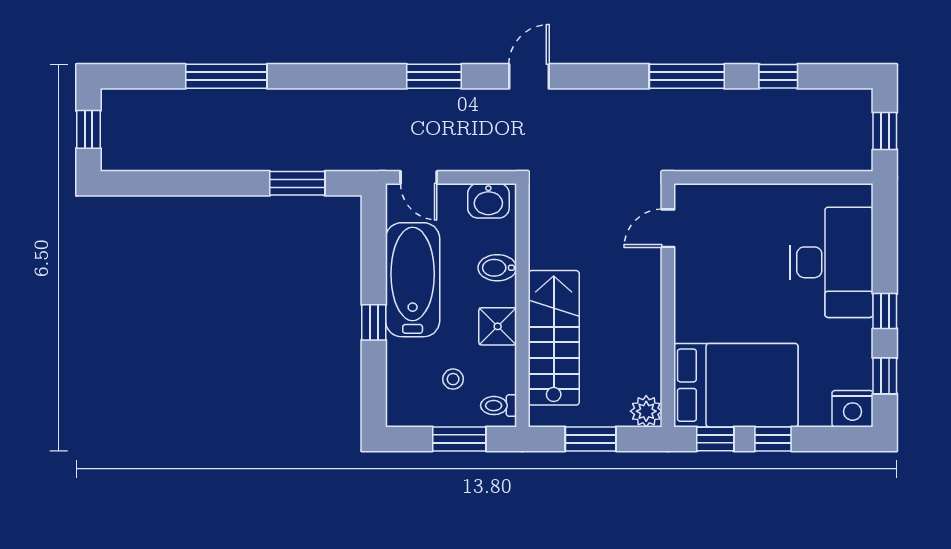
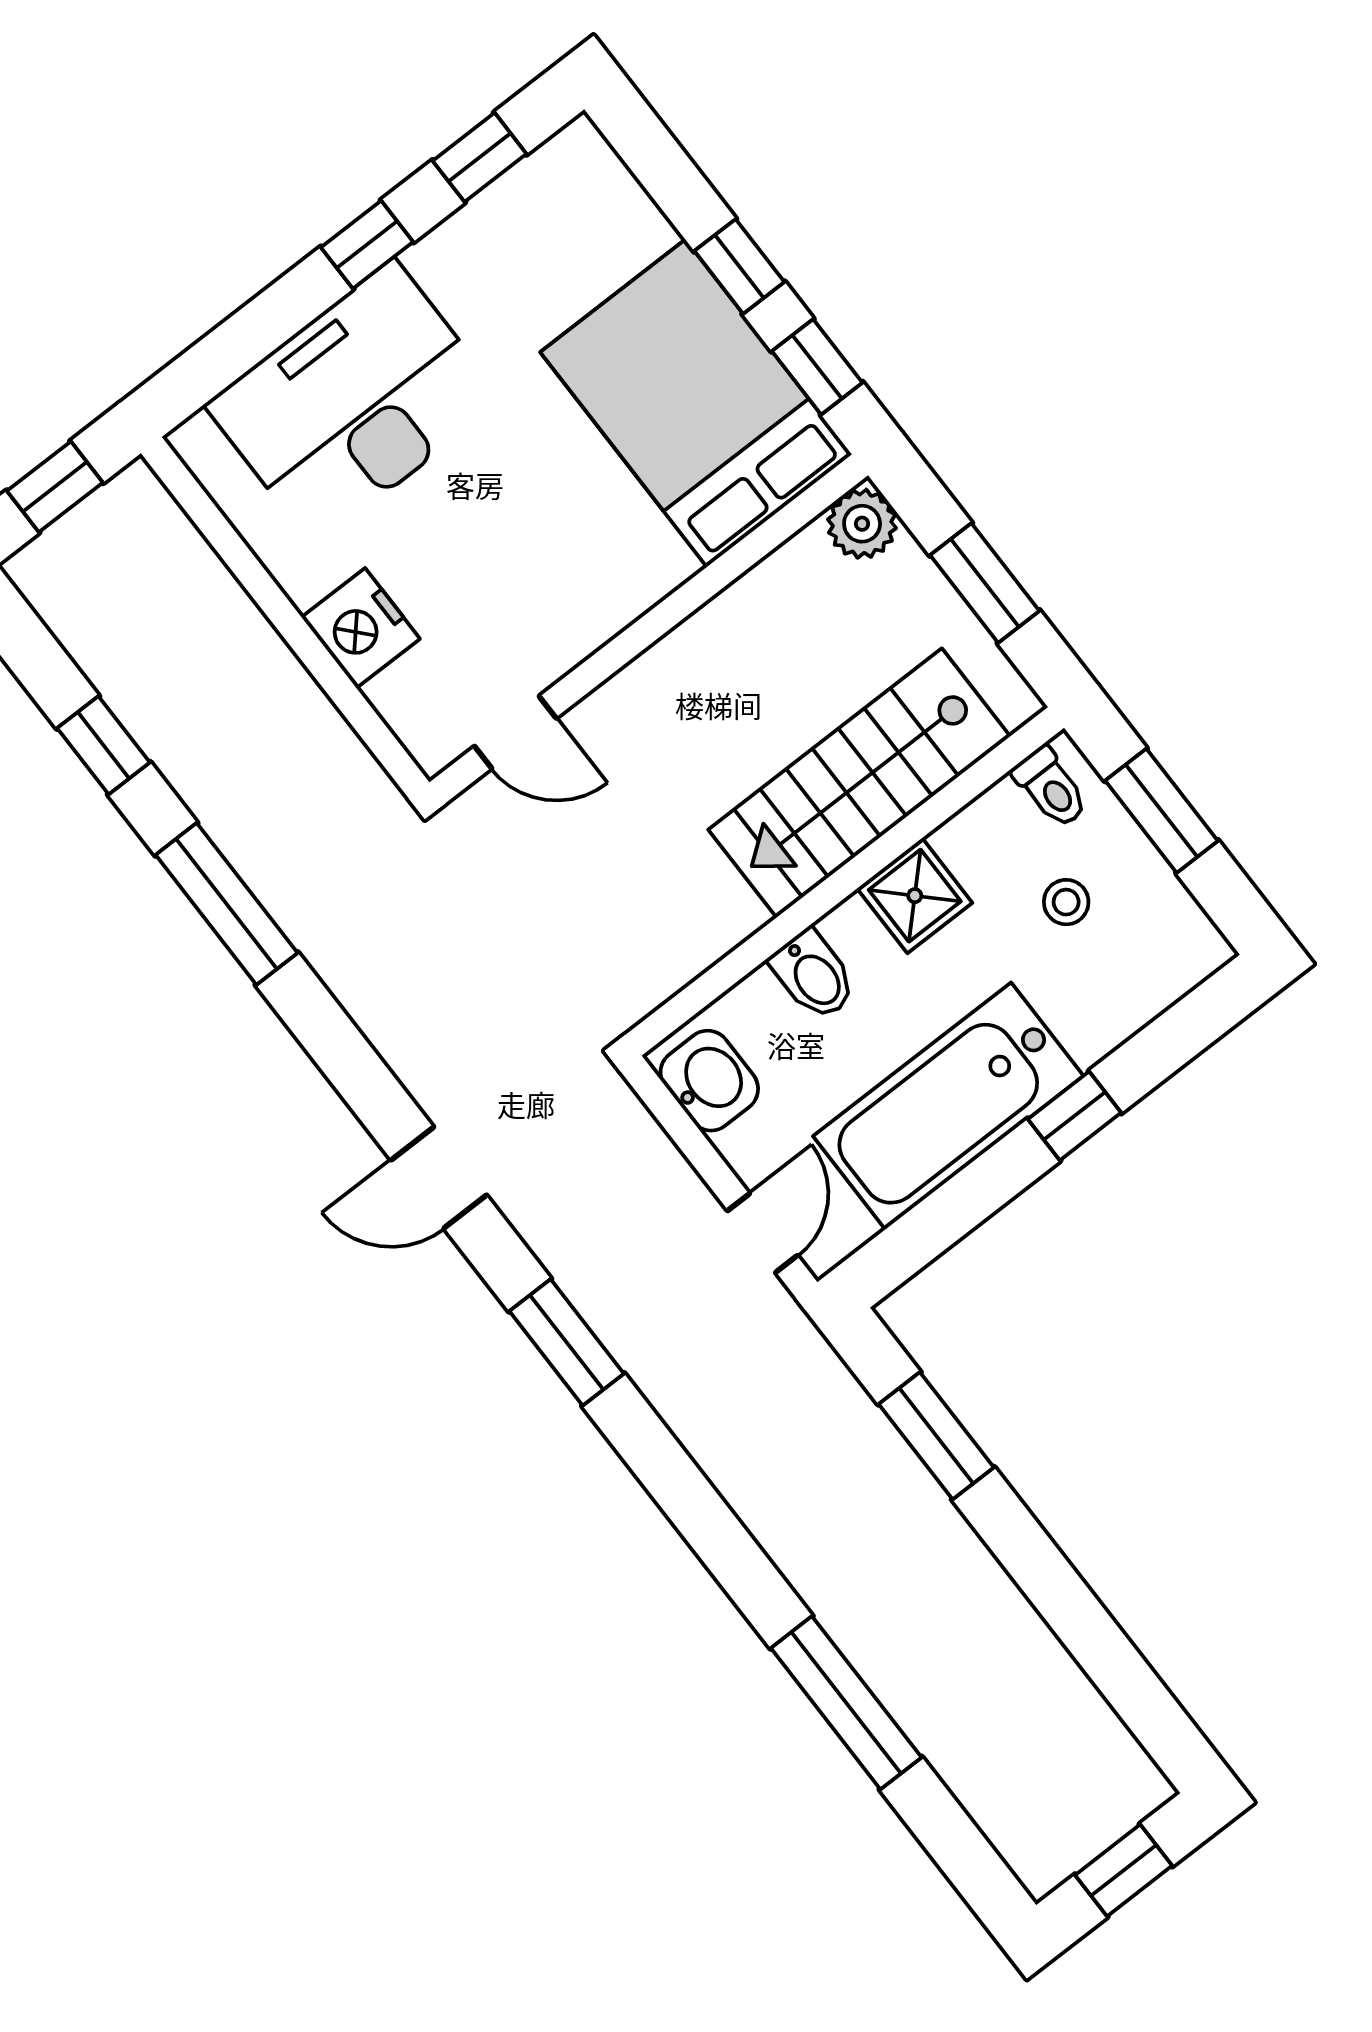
nightstand: (853, 409) -> (361, 628), moved, turned 180

